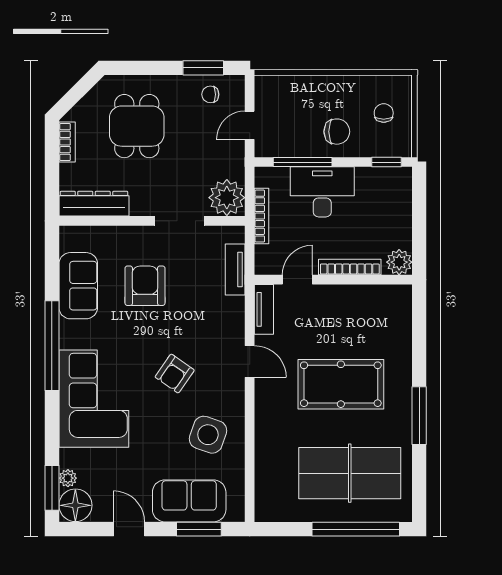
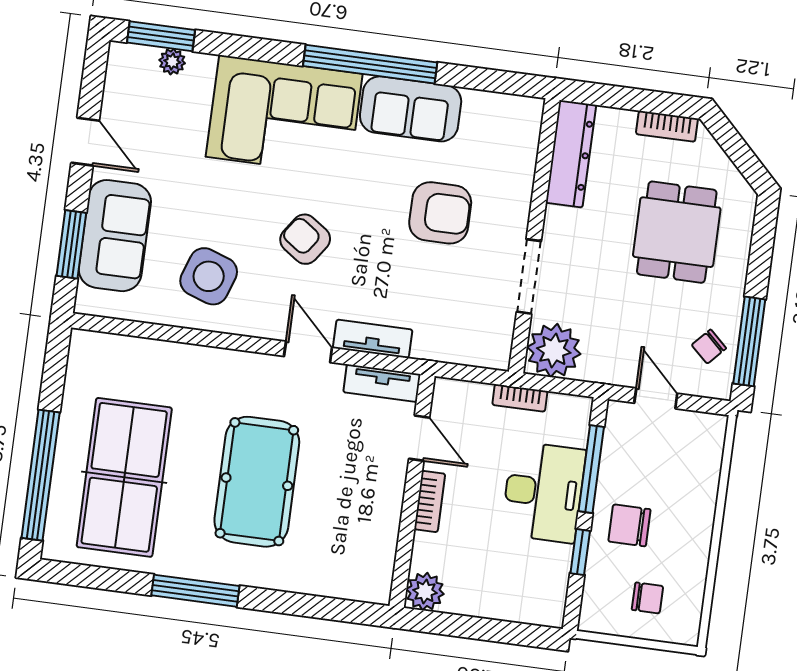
window: (203, 68) -> (749, 341), width x1.44
chair: (210, 94) -> (709, 347), turned -137
dining table: (137, 126) -> (677, 232), turned 90
chair: (337, 132) -> (629, 525), turned 90
window: (387, 162) -> (580, 552), moved
bookcase: (261, 216) -> (520, 398), width x0.64
bookcase: (350, 267) -> (430, 501), width x0.64
tv unit: (235, 269) -> (373, 339), moved
sofa: (78, 286) -> (411, 109), moved
door: (250, 362) -> (308, 352), swing flipped
floor lamp: (75, 505) -> (131, 67), removed
door: (129, 529) -> (85, 142), hinge flipped

